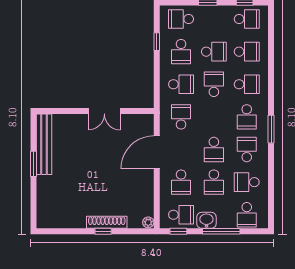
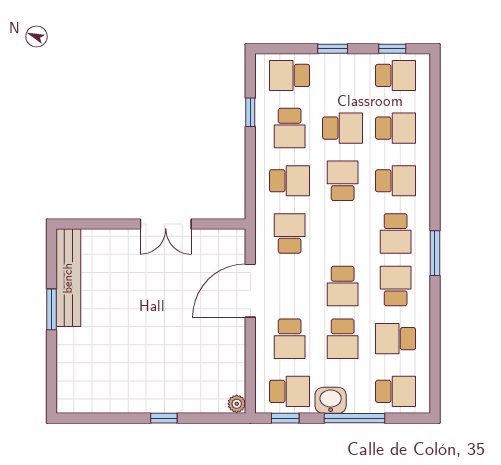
school desk: (247, 215) -> (396, 391), turned -90
shoe rack: (107, 222) -> (170, 403), removed

